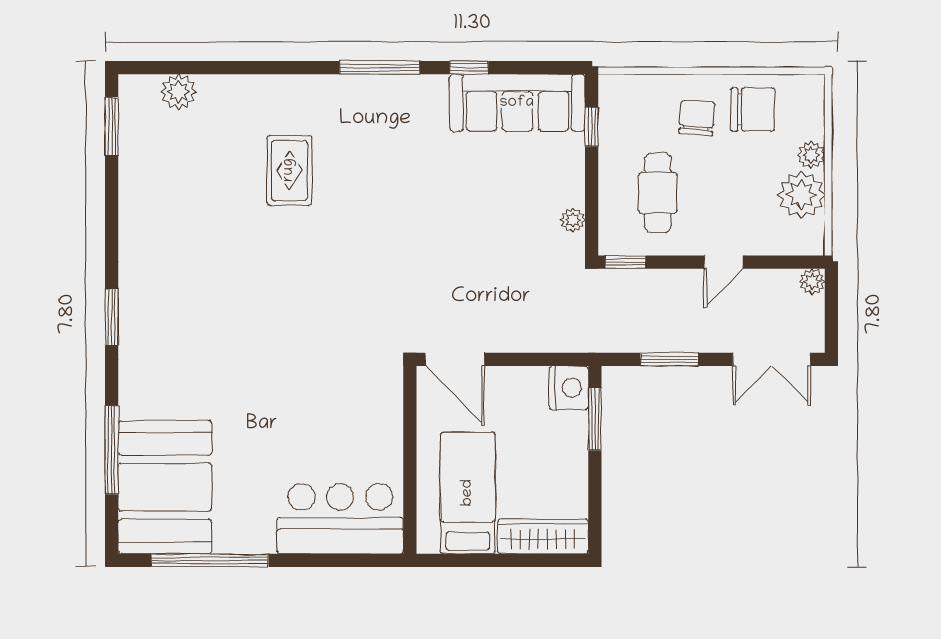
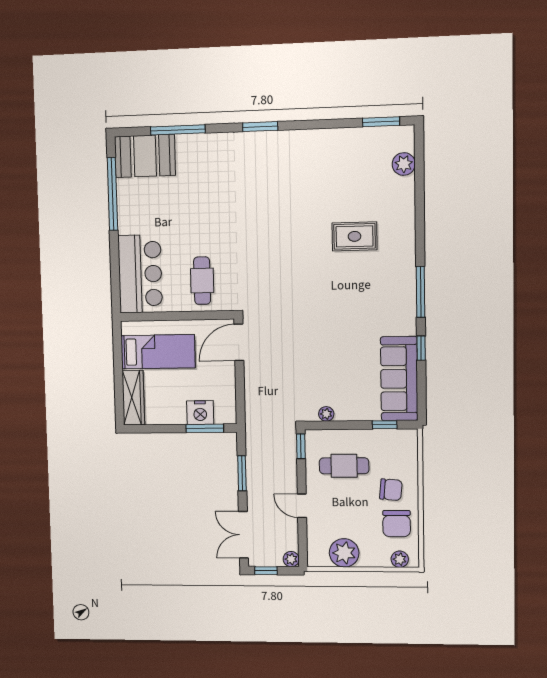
plant: (811, 155) -> (400, 559), moved
window: (831, 323) -> (266, 571), added
nightstand: (569, 388) -> (200, 413), moved
cafe table: (354, 417) -> (202, 281), added
booth: (165, 487) -> (145, 156), width x0.73, depth x0.70

